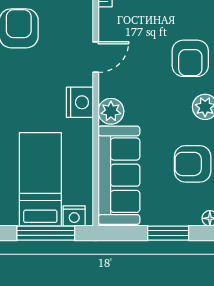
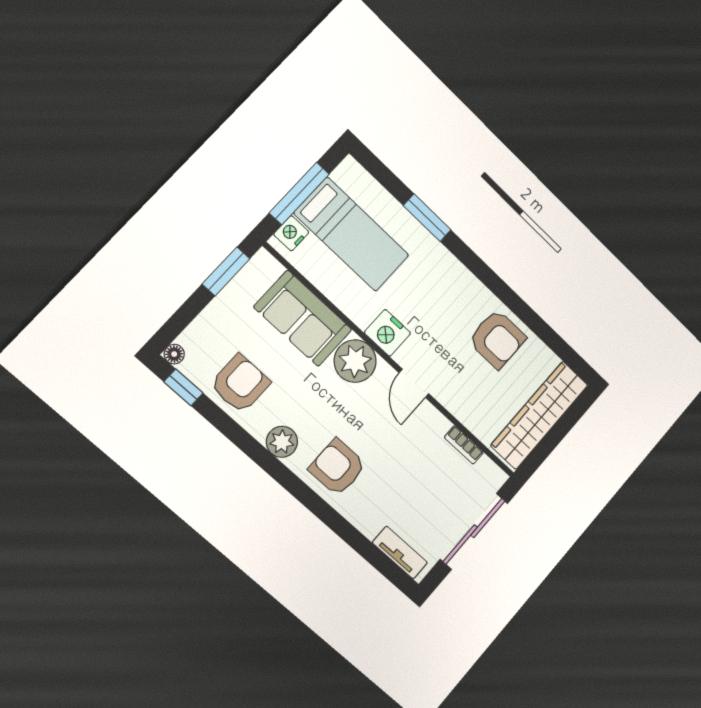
plant: (111, 111) -> (355, 361), width x1.36, depth x1.36
sofa: (119, 175) -> (303, 318), width x0.73
window: (168, 233) -> (226, 271), moved

